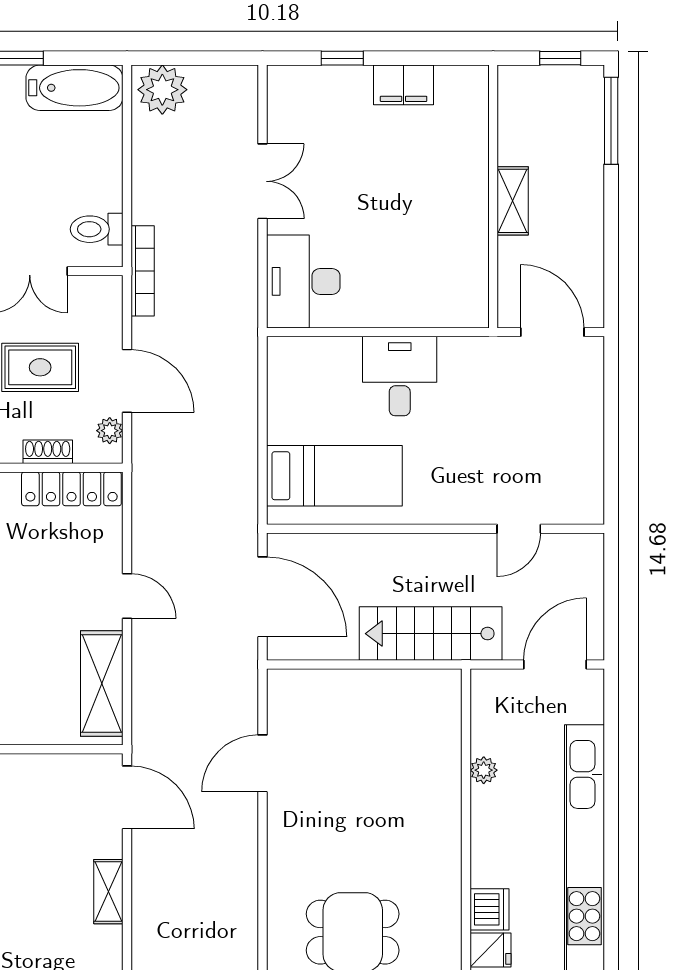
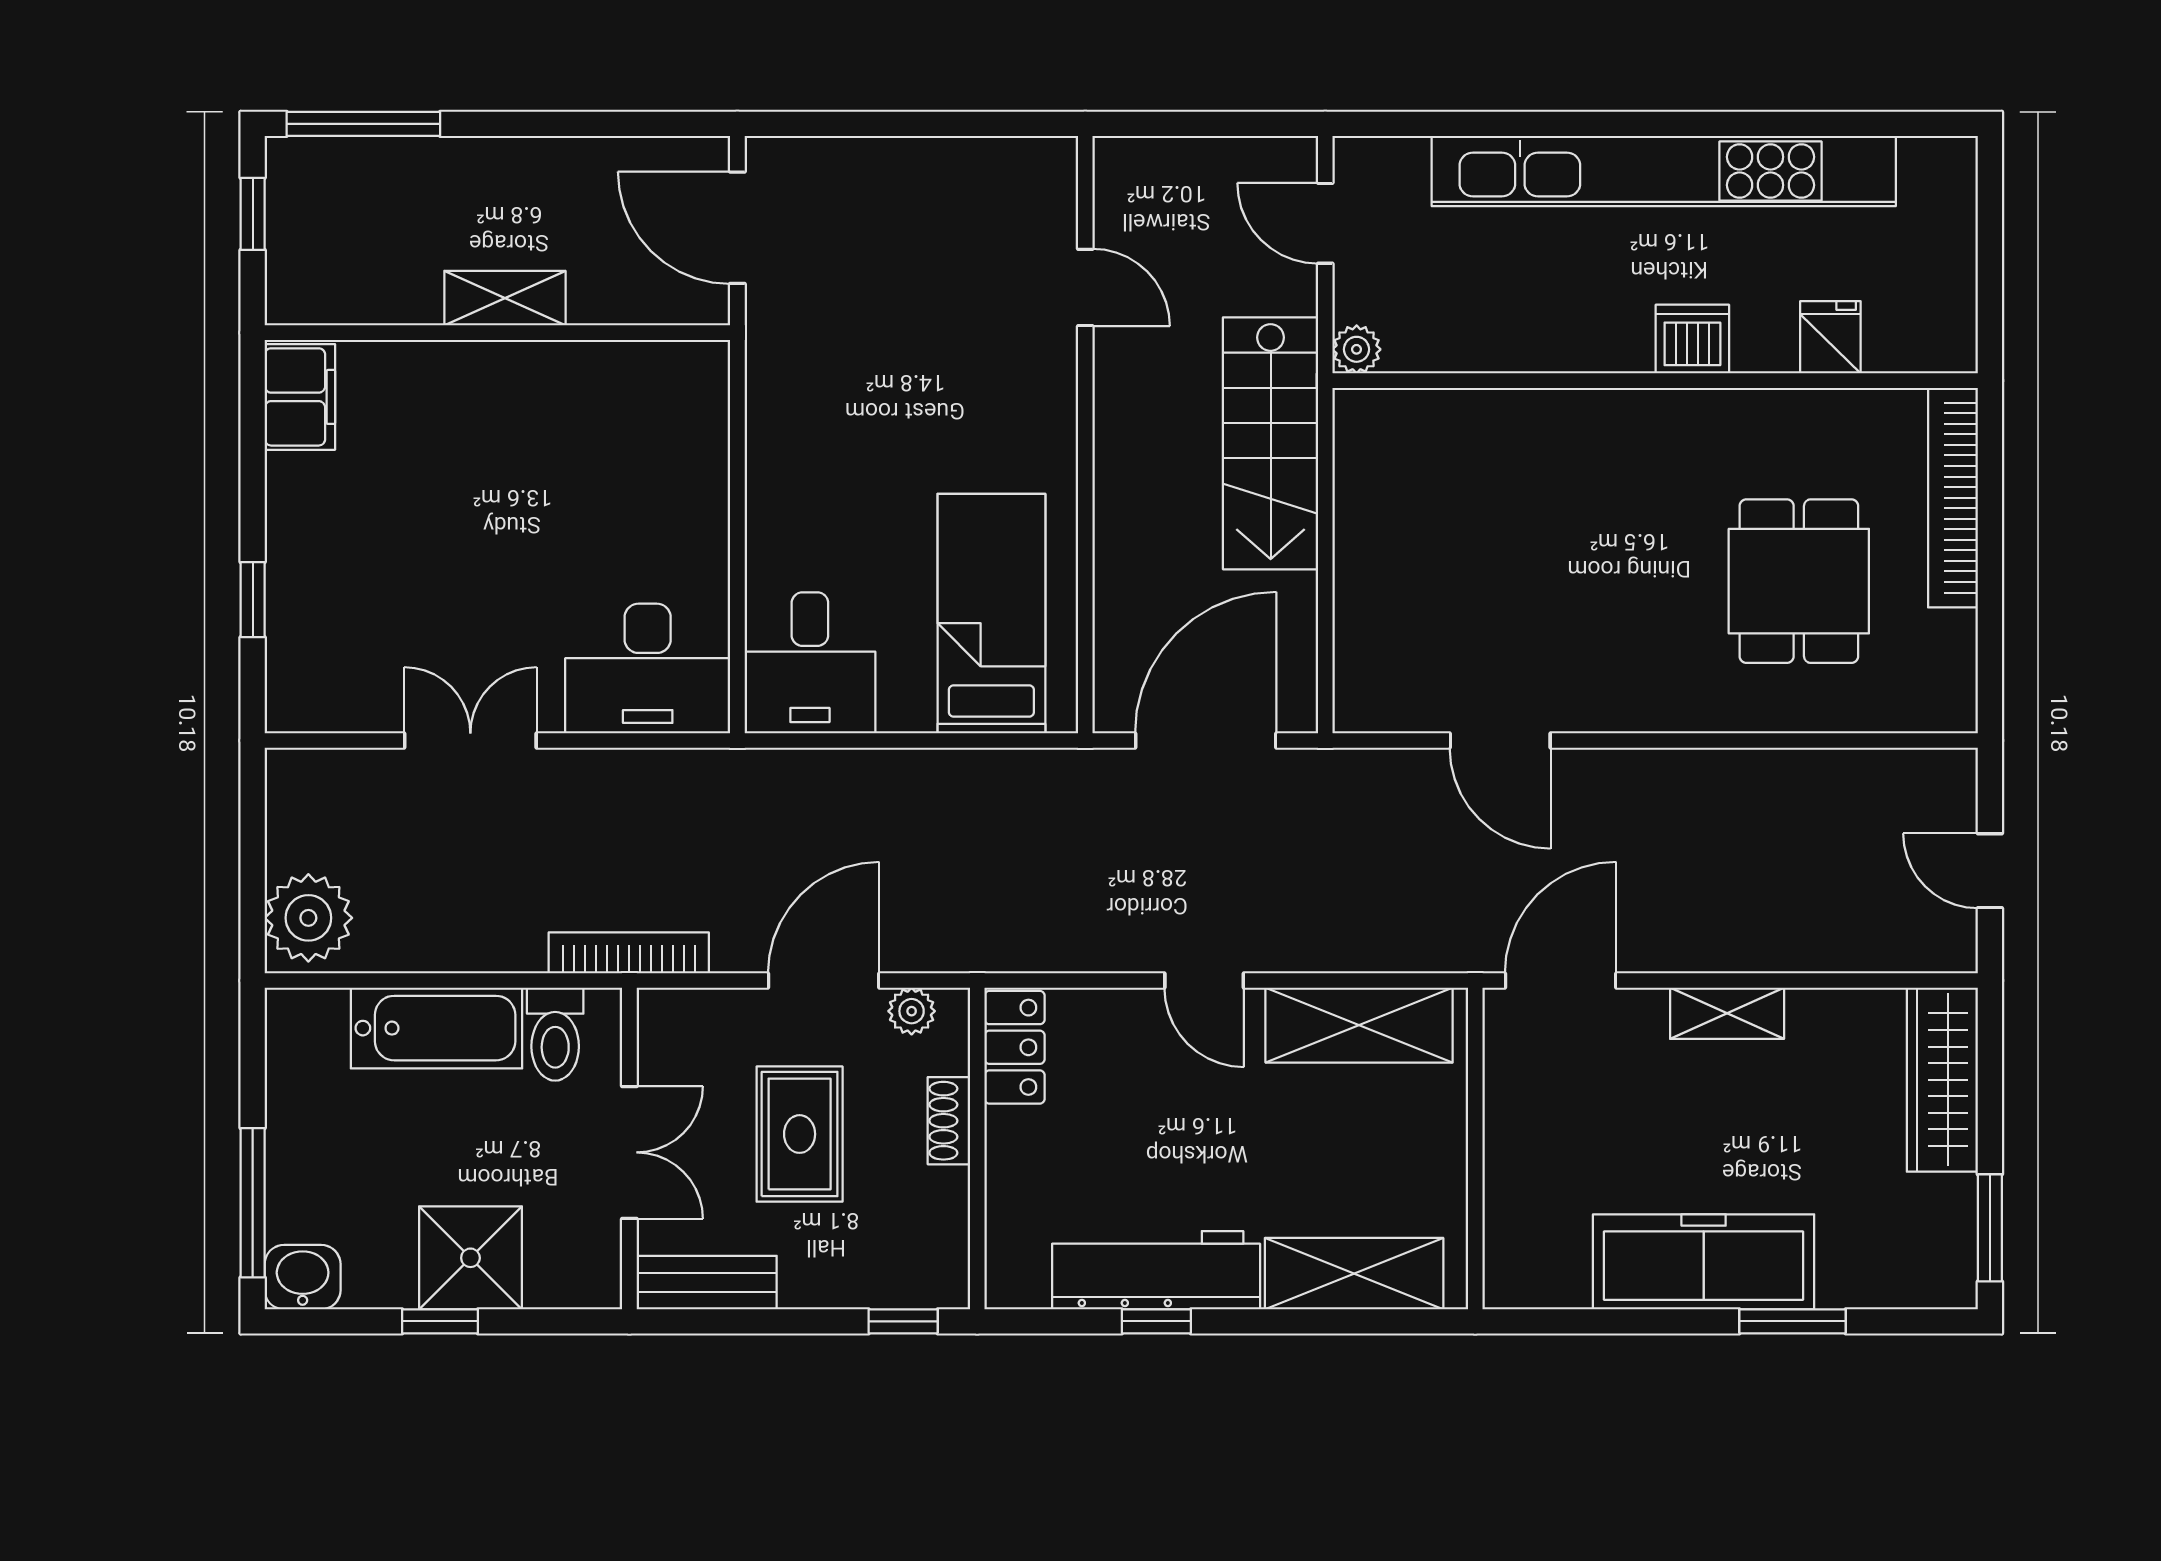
filing cabinet: (404, 85) -> (300, 397), moved
bathtub: (74, 88) -> (436, 1028), moved, turned 90
door: (552, 332) -> (737, 228), hinge flipped
desk: (400, 376) -> (810, 663), moved, turned -90
locker: (71, 489) -> (1015, 1047), width x0.66
door: (127, 596) -> (1204, 981), swing flipped
door: (555, 664) -> (1325, 223), width x0.73
plant: (484, 770) -> (1357, 349), moved
dishwasher: (489, 909) -> (1692, 339), moved

